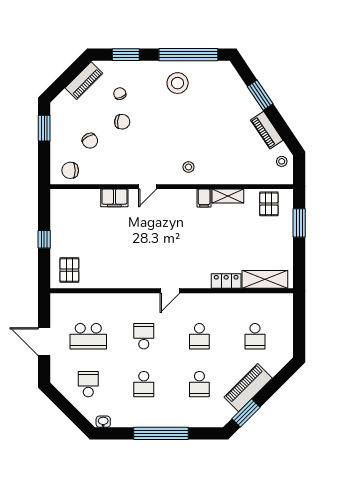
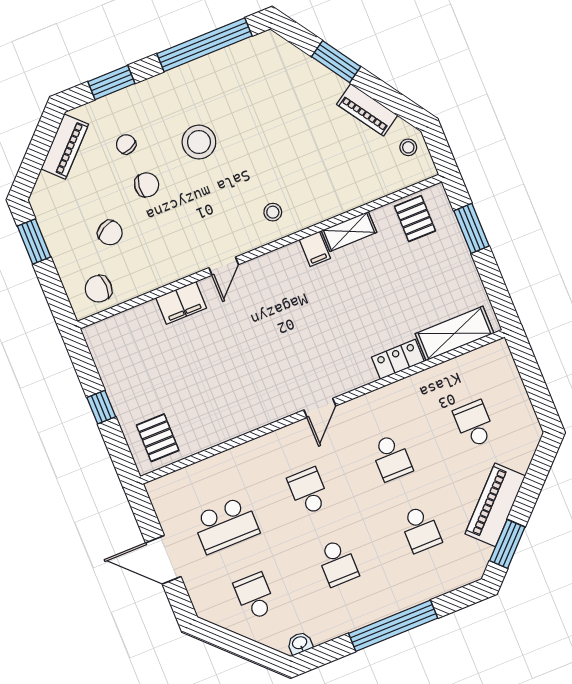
stool: (178, 83) -> (199, 142), moved
school desk: (255, 336) -> (474, 424), turned 180

